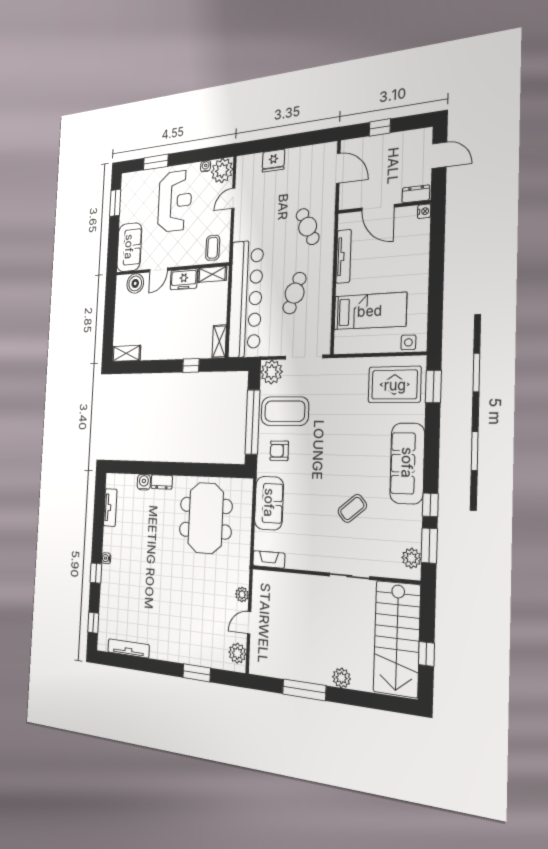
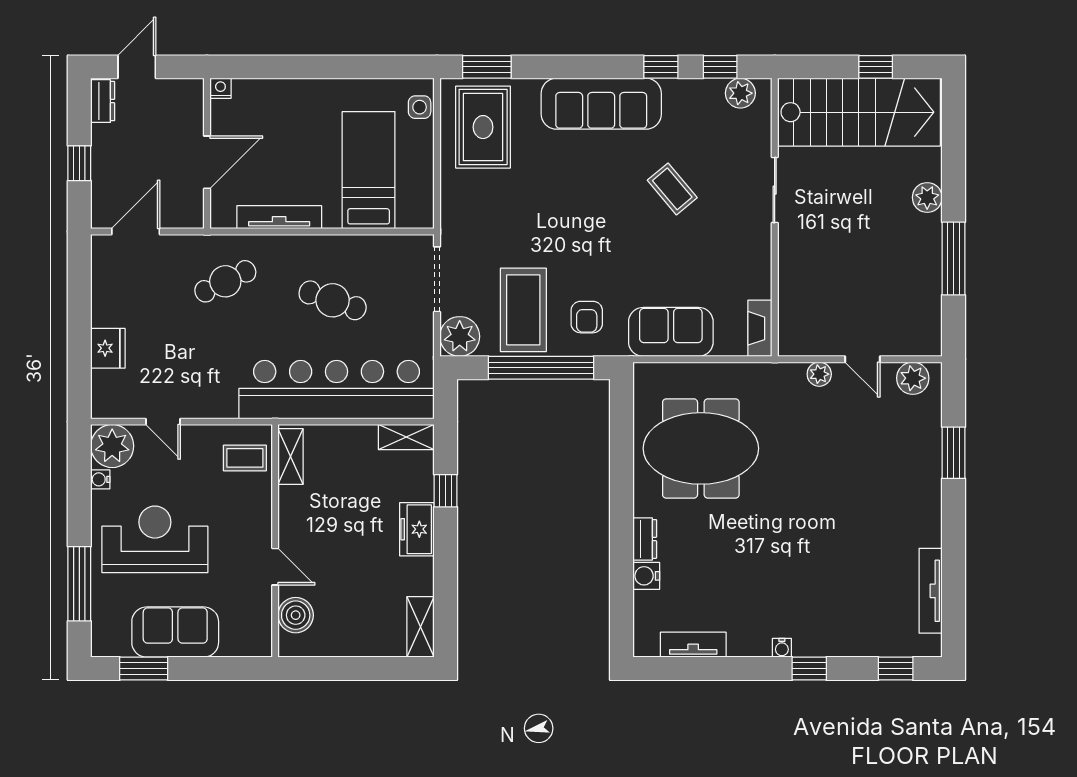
window: (156, 162) -> (79, 584), width x1.44
dresser: (416, 194) -> (103, 101), moved, turned 180
sofa: (129, 247) -> (175, 632), moved
freezer: (184, 279) -> (417, 529), moved, turned 180
window: (429, 546) -> (720, 67), width x0.67

